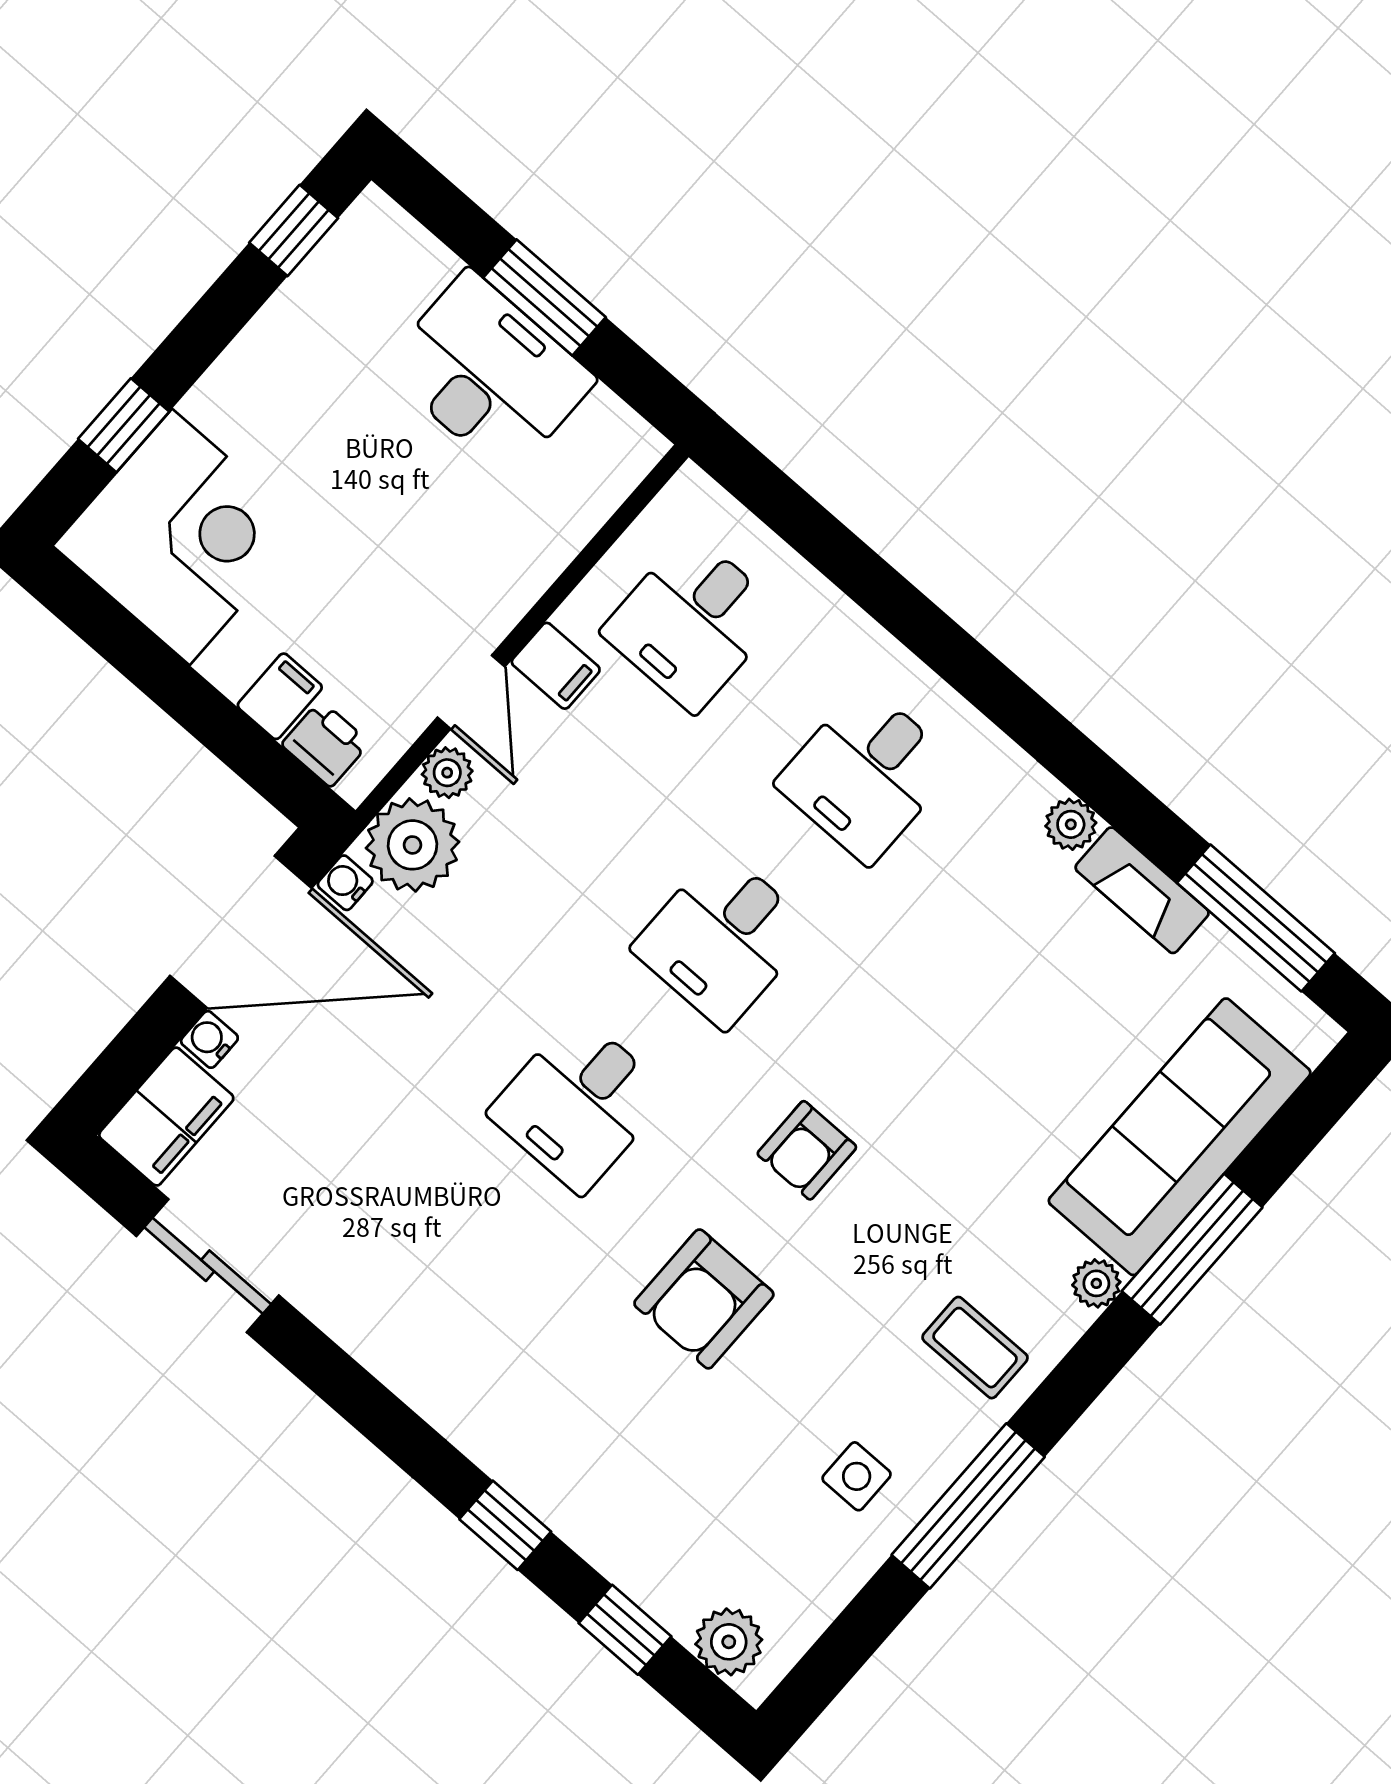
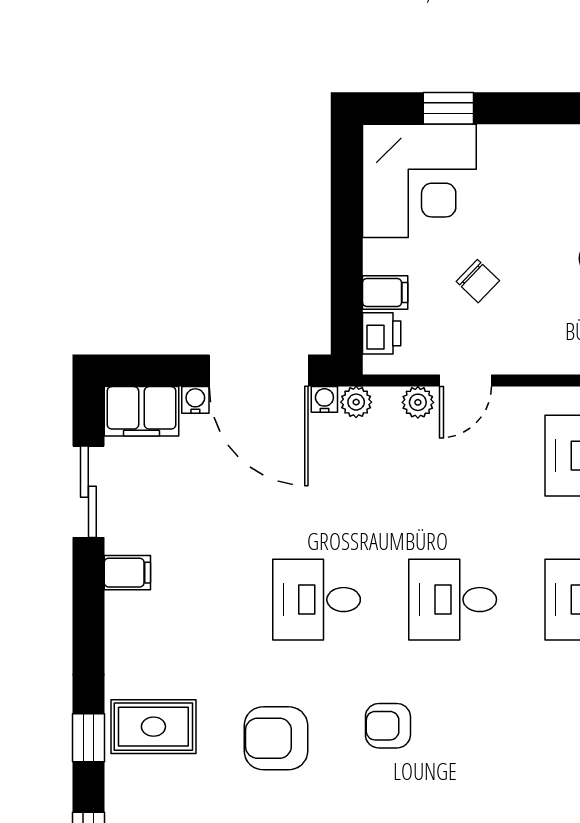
chair: (364, 572) -> (478, 281), added
filing cabinet: (556, 666) -> (127, 573), moved, turned -90
plant: (412, 845) -> (356, 402), width x0.53, depth x0.53
rug: (560, 1435) -> (153, 727), added

